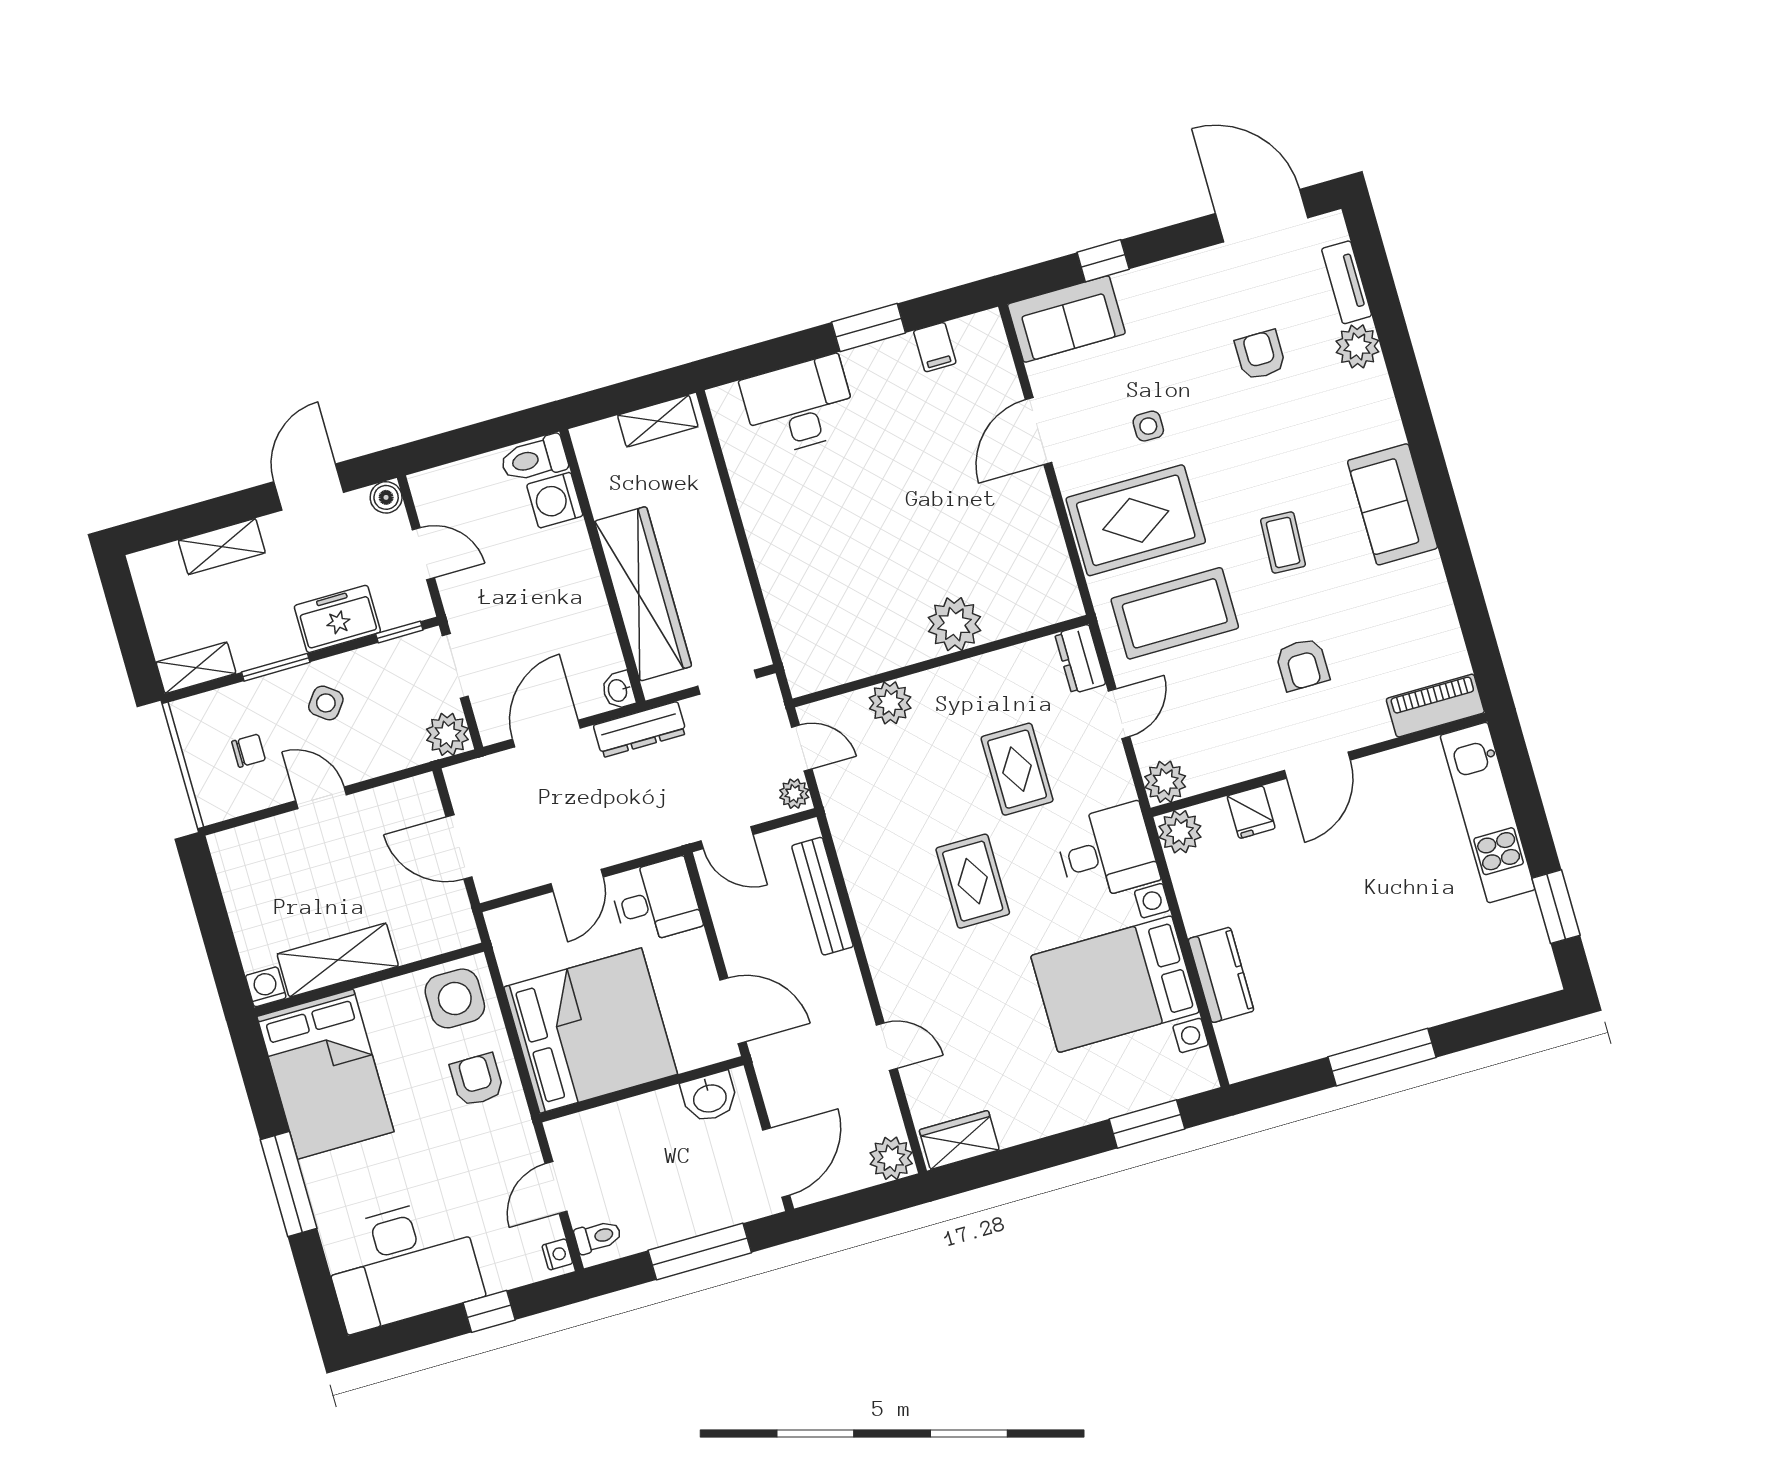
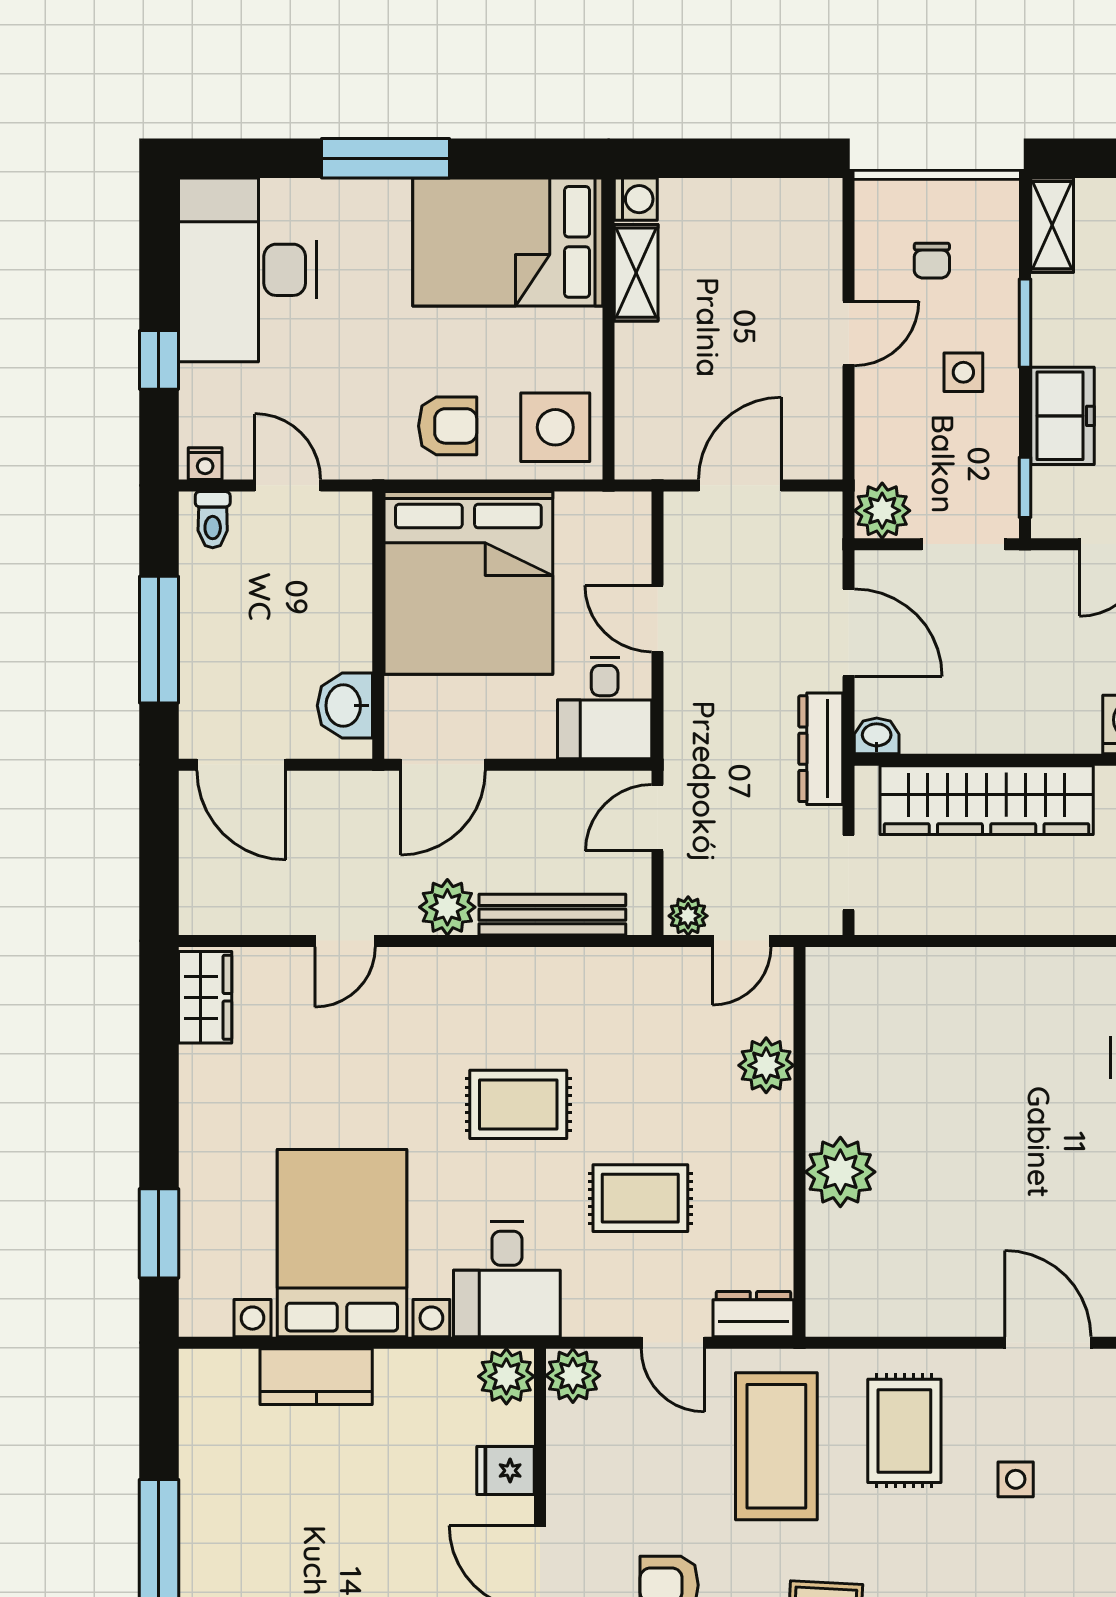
rug: (1136, 520) -> (904, 1431), width x0.73, depth x0.70
side table: (326, 703) -> (963, 372), turned -37
shelving: (338, 960) -> (636, 273), width x0.67, depth x0.75
plant: (891, 1158) -> (447, 907), moved

